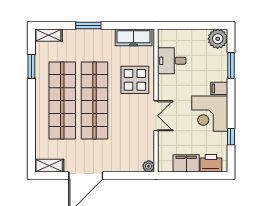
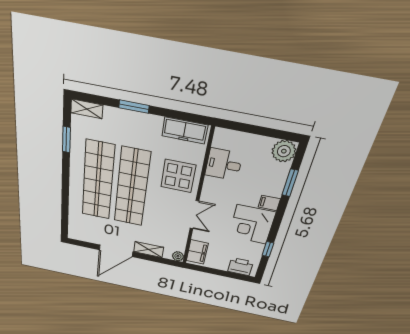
filing cabinet: (186, 163) -> (197, 252), moved, turned 90
shelving: (49, 166) -> (149, 250), moved

